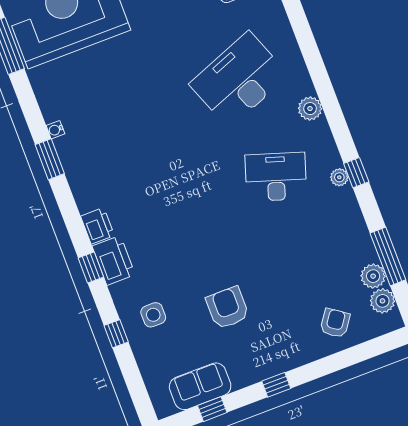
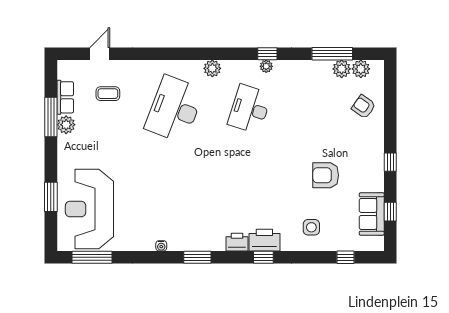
desk: (239, 80) -> (174, 109), turned 42
window: (50, 159) -> (197, 257), moved
window: (116, 334) -> (346, 257), moved

